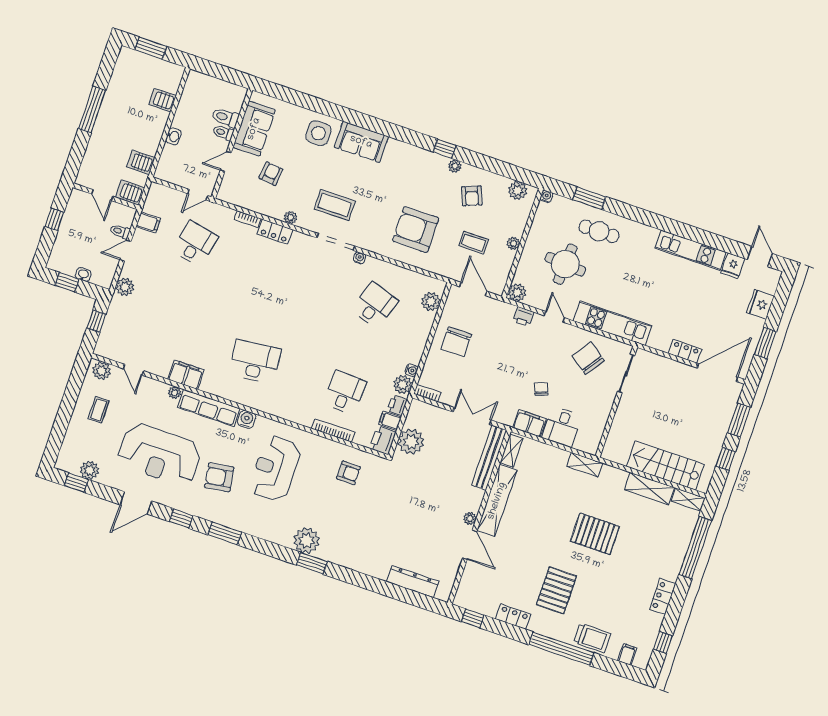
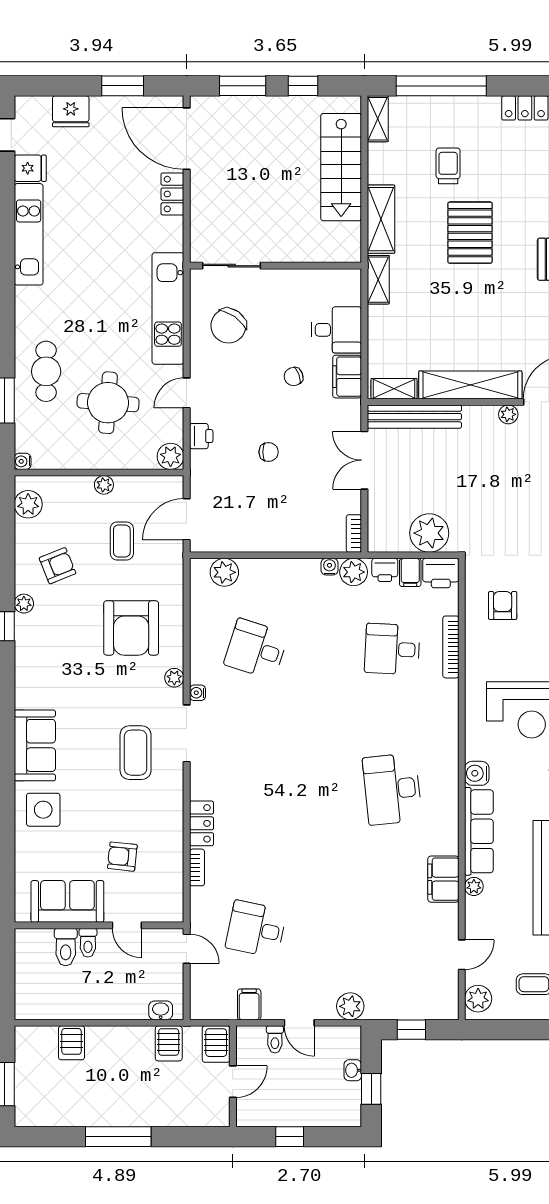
washbasin: (173, 136) -> (161, 1010), moved
plant: (291, 218) -> (174, 678), moved
chair: (456, 342) -> (269, 452), moved, width x0.54, depth x0.54
shelving: (649, 489) -> (381, 219), moved
trolley: (643, 534) -> (448, 166), added

